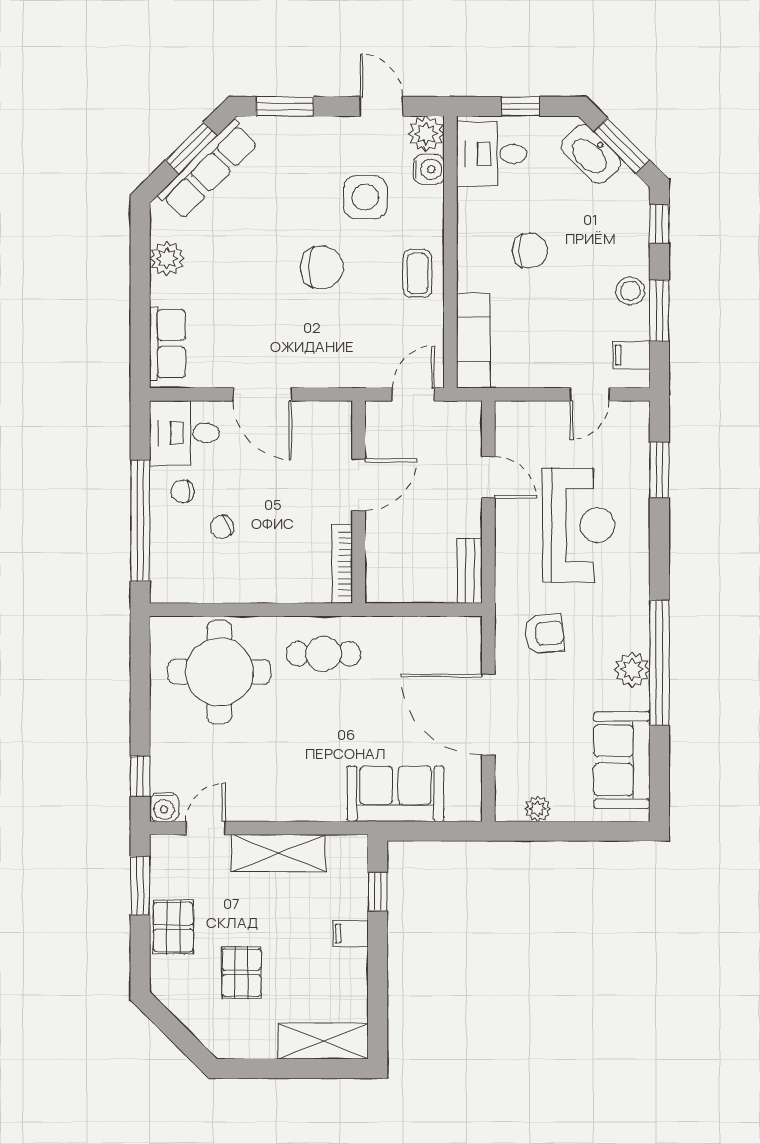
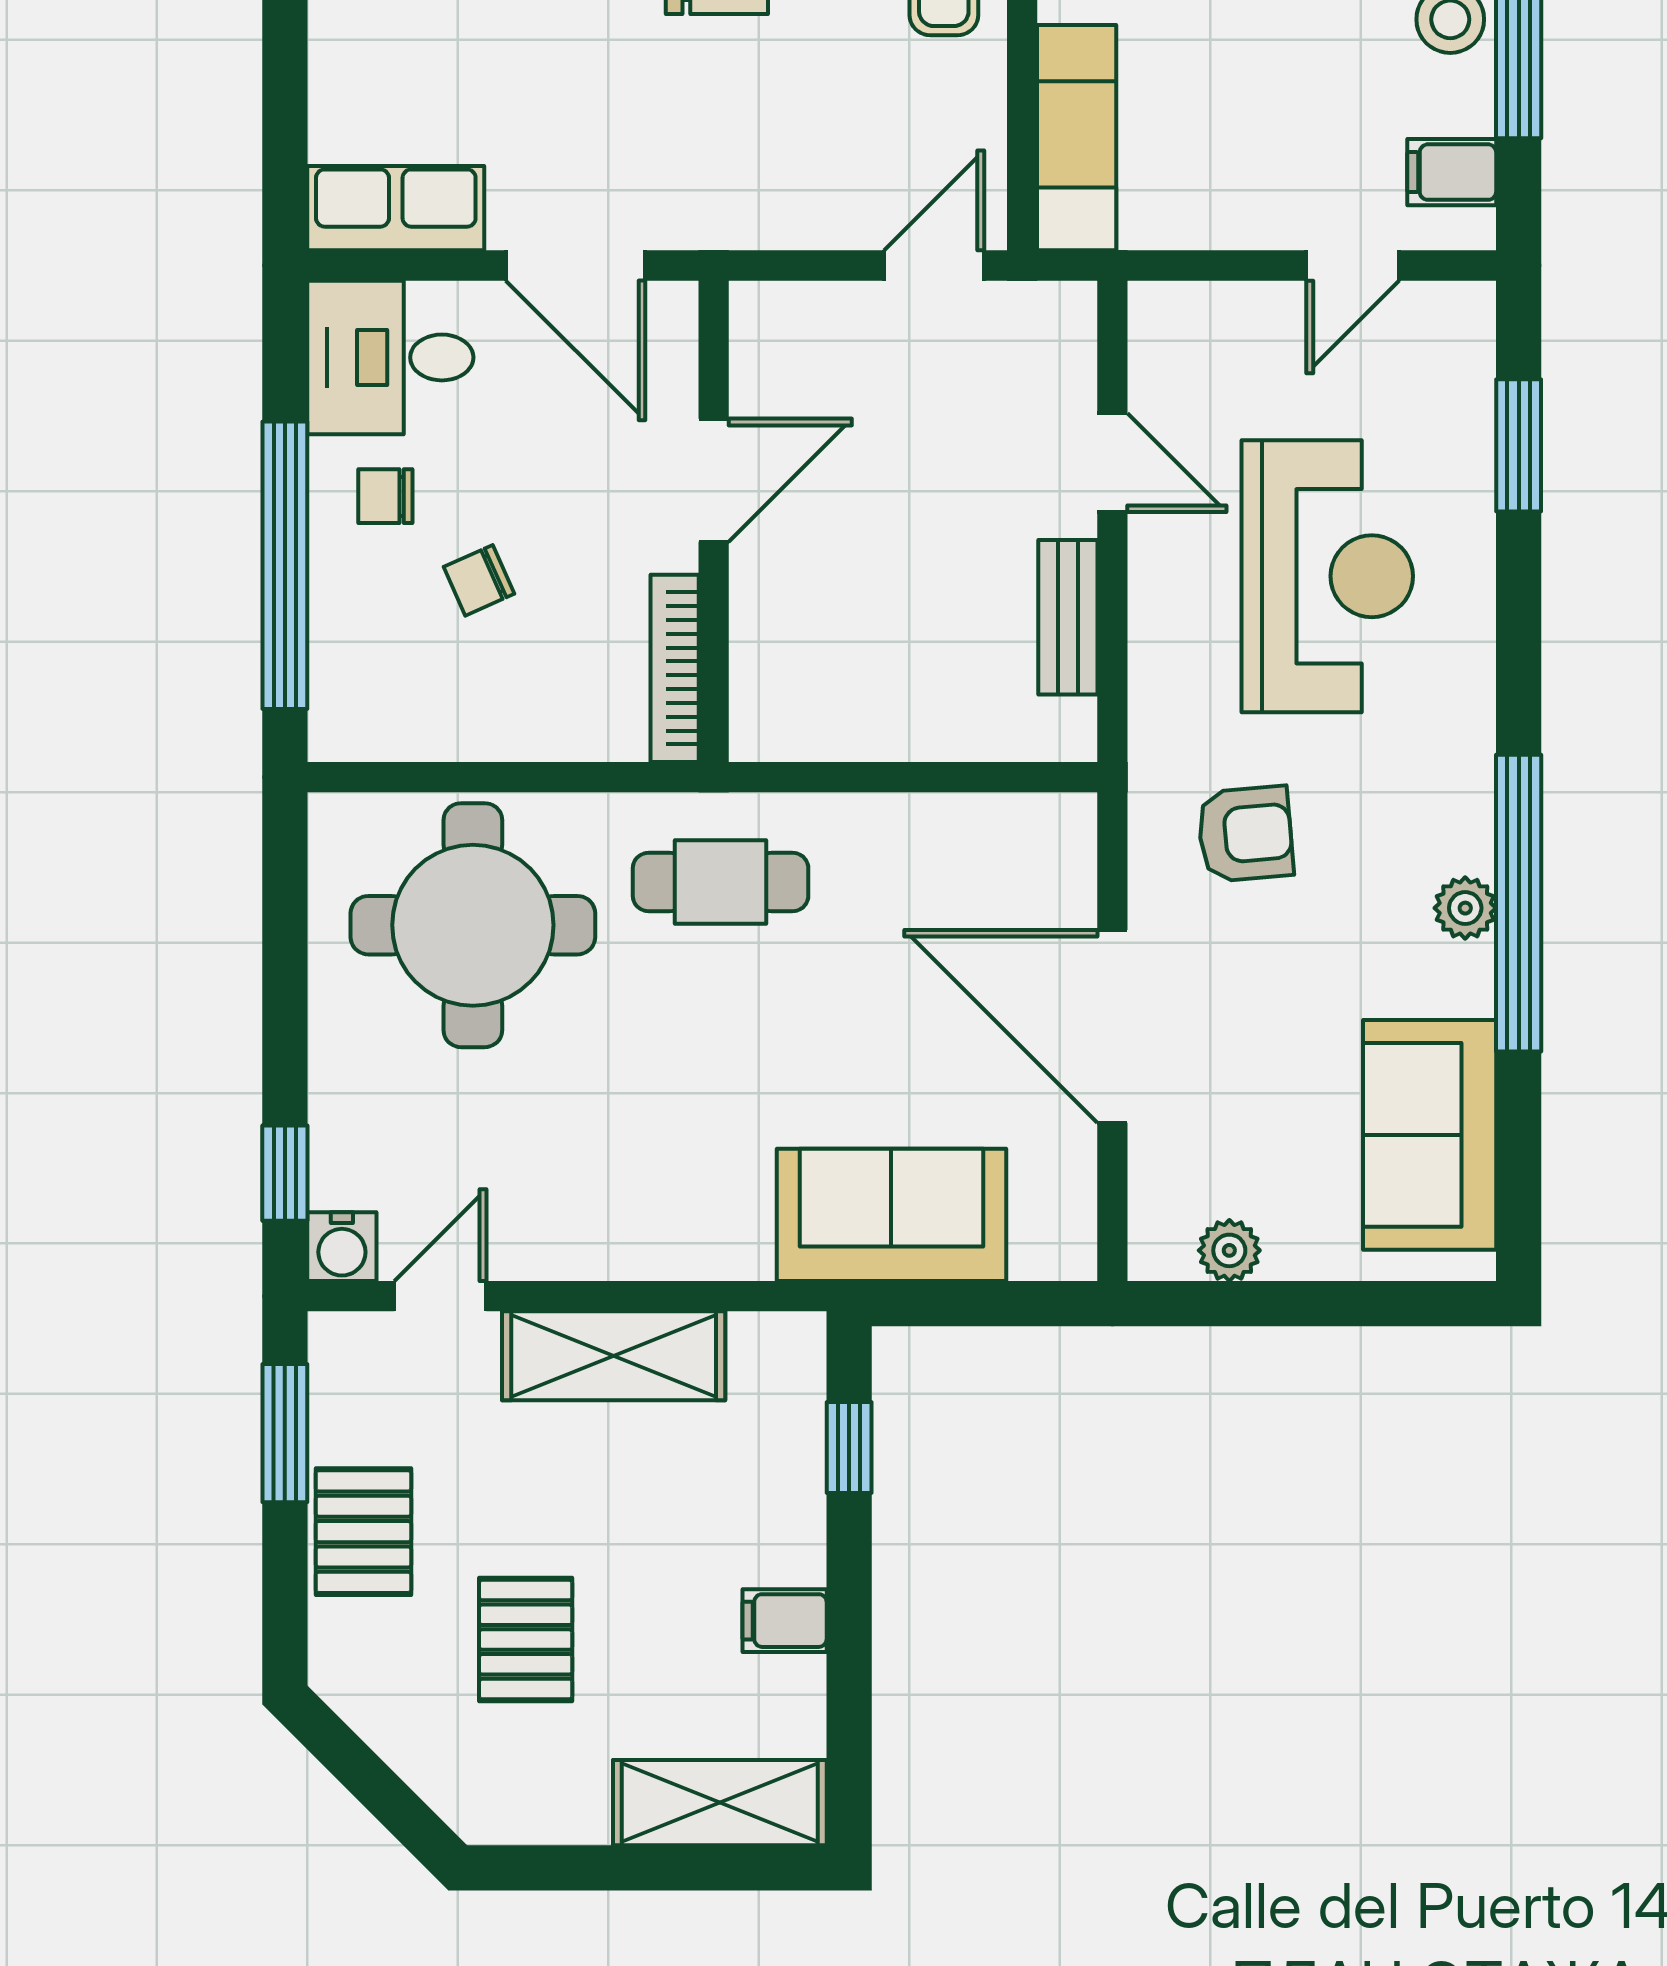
row of seats: (167, 344) -> (396, 208), moved, turned -90
door: (359, 485) -> (714, 480), moved
wall: (359, 502) -> (714, 521), moved
bookcase: (342, 564) -> (675, 668), moved
bench: (470, 571) -> (1068, 617), moved
plant: (632, 670) -> (1465, 908), width x0.73, depth x0.73
filing cabinet: (350, 934) -> (785, 1621), moved

